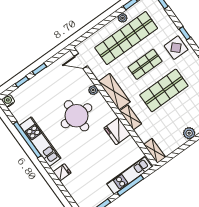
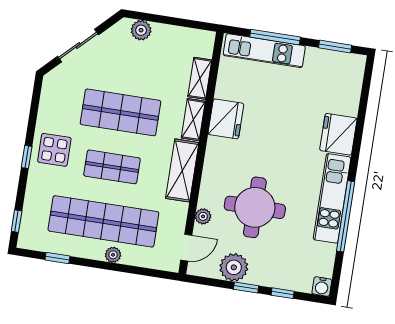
plant: (122, 18) -> (113, 255), moved
door: (81, 61) -> (186, 248), hinge flipped
plant: (53, 72) -> (234, 267), added
plant: (93, 90) -> (203, 216), moved
round table: (77, 116) -> (255, 207), moved
shelving: (155, 151) -> (200, 78), moved
fridge: (62, 172) -> (338, 134), width x1.88, depth x1.34

